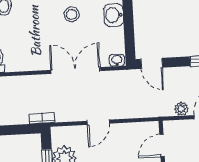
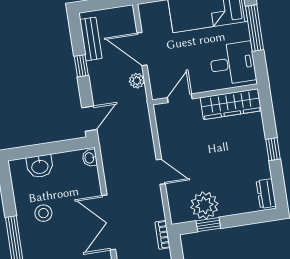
double door: (76, 70) -> (109, 222), moved
door: (162, 145) -> (180, 98), swing flipped

